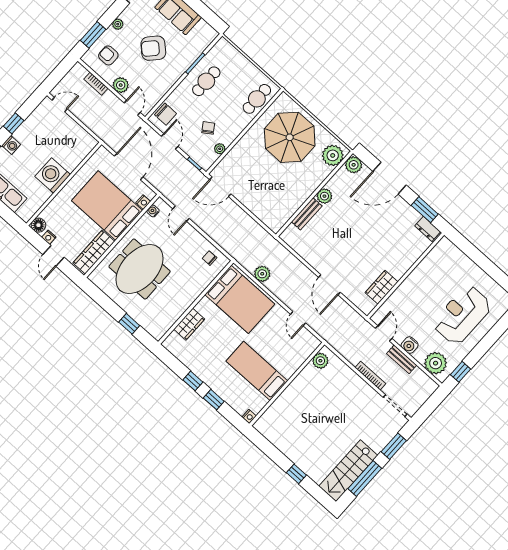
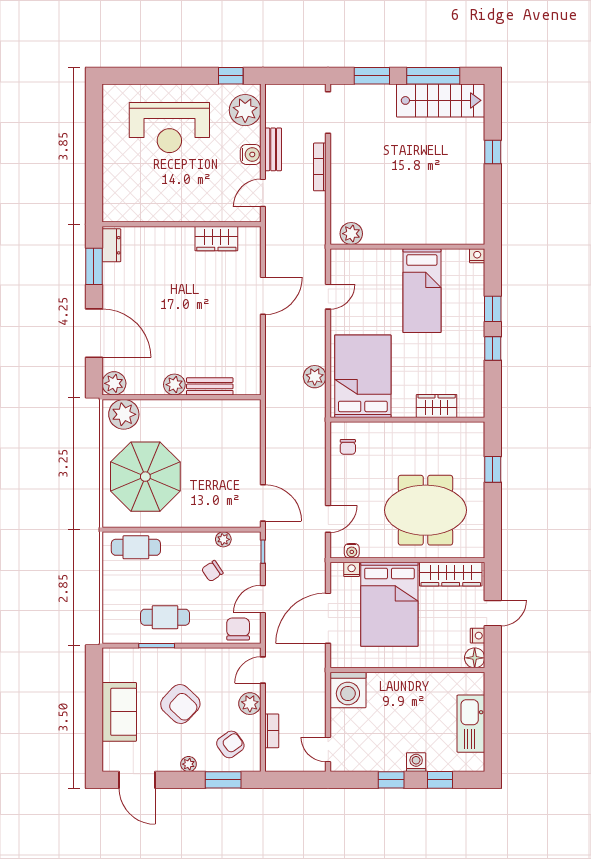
armchair: (108, 55) -> (230, 744), turned -126
washing machine: (53, 175) -> (348, 690), moved

